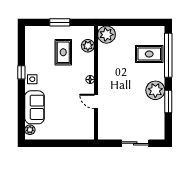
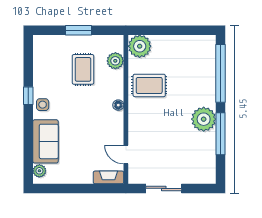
rug: (149, 54) -> (149, 85), moved
door: (96, 101) -> (126, 155), moved
window: (168, 101) -> (220, 134), width x1.44
fireplace: (83, 135) -> (108, 177), added
sliding door: (135, 143) -> (164, 188), moved

